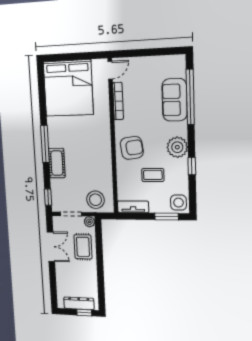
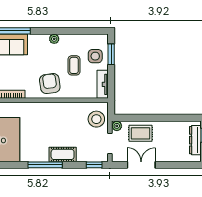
plant: (177, 147) -> (54, 39), width x0.53, depth x0.53
window: (192, 166) -> (66, 31), removed
side table: (178, 203) -> (95, 56), moved

